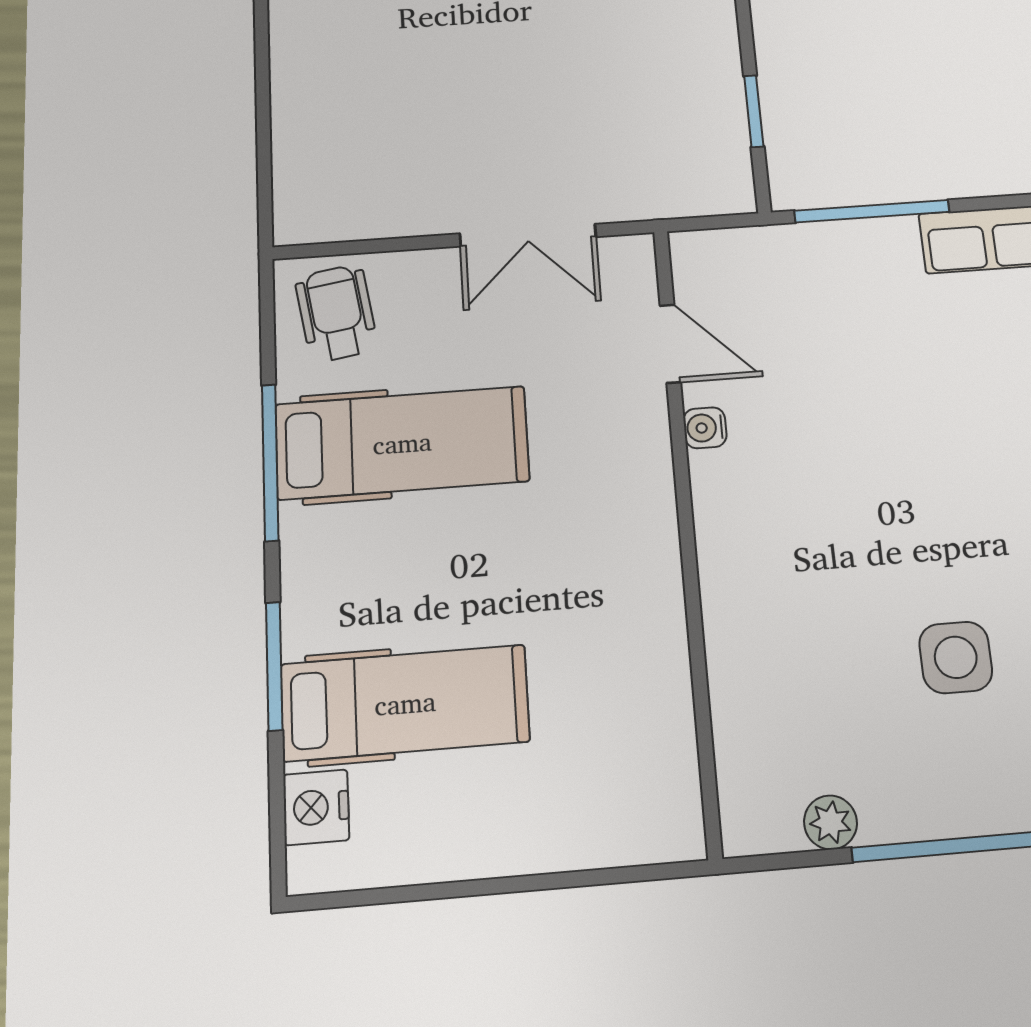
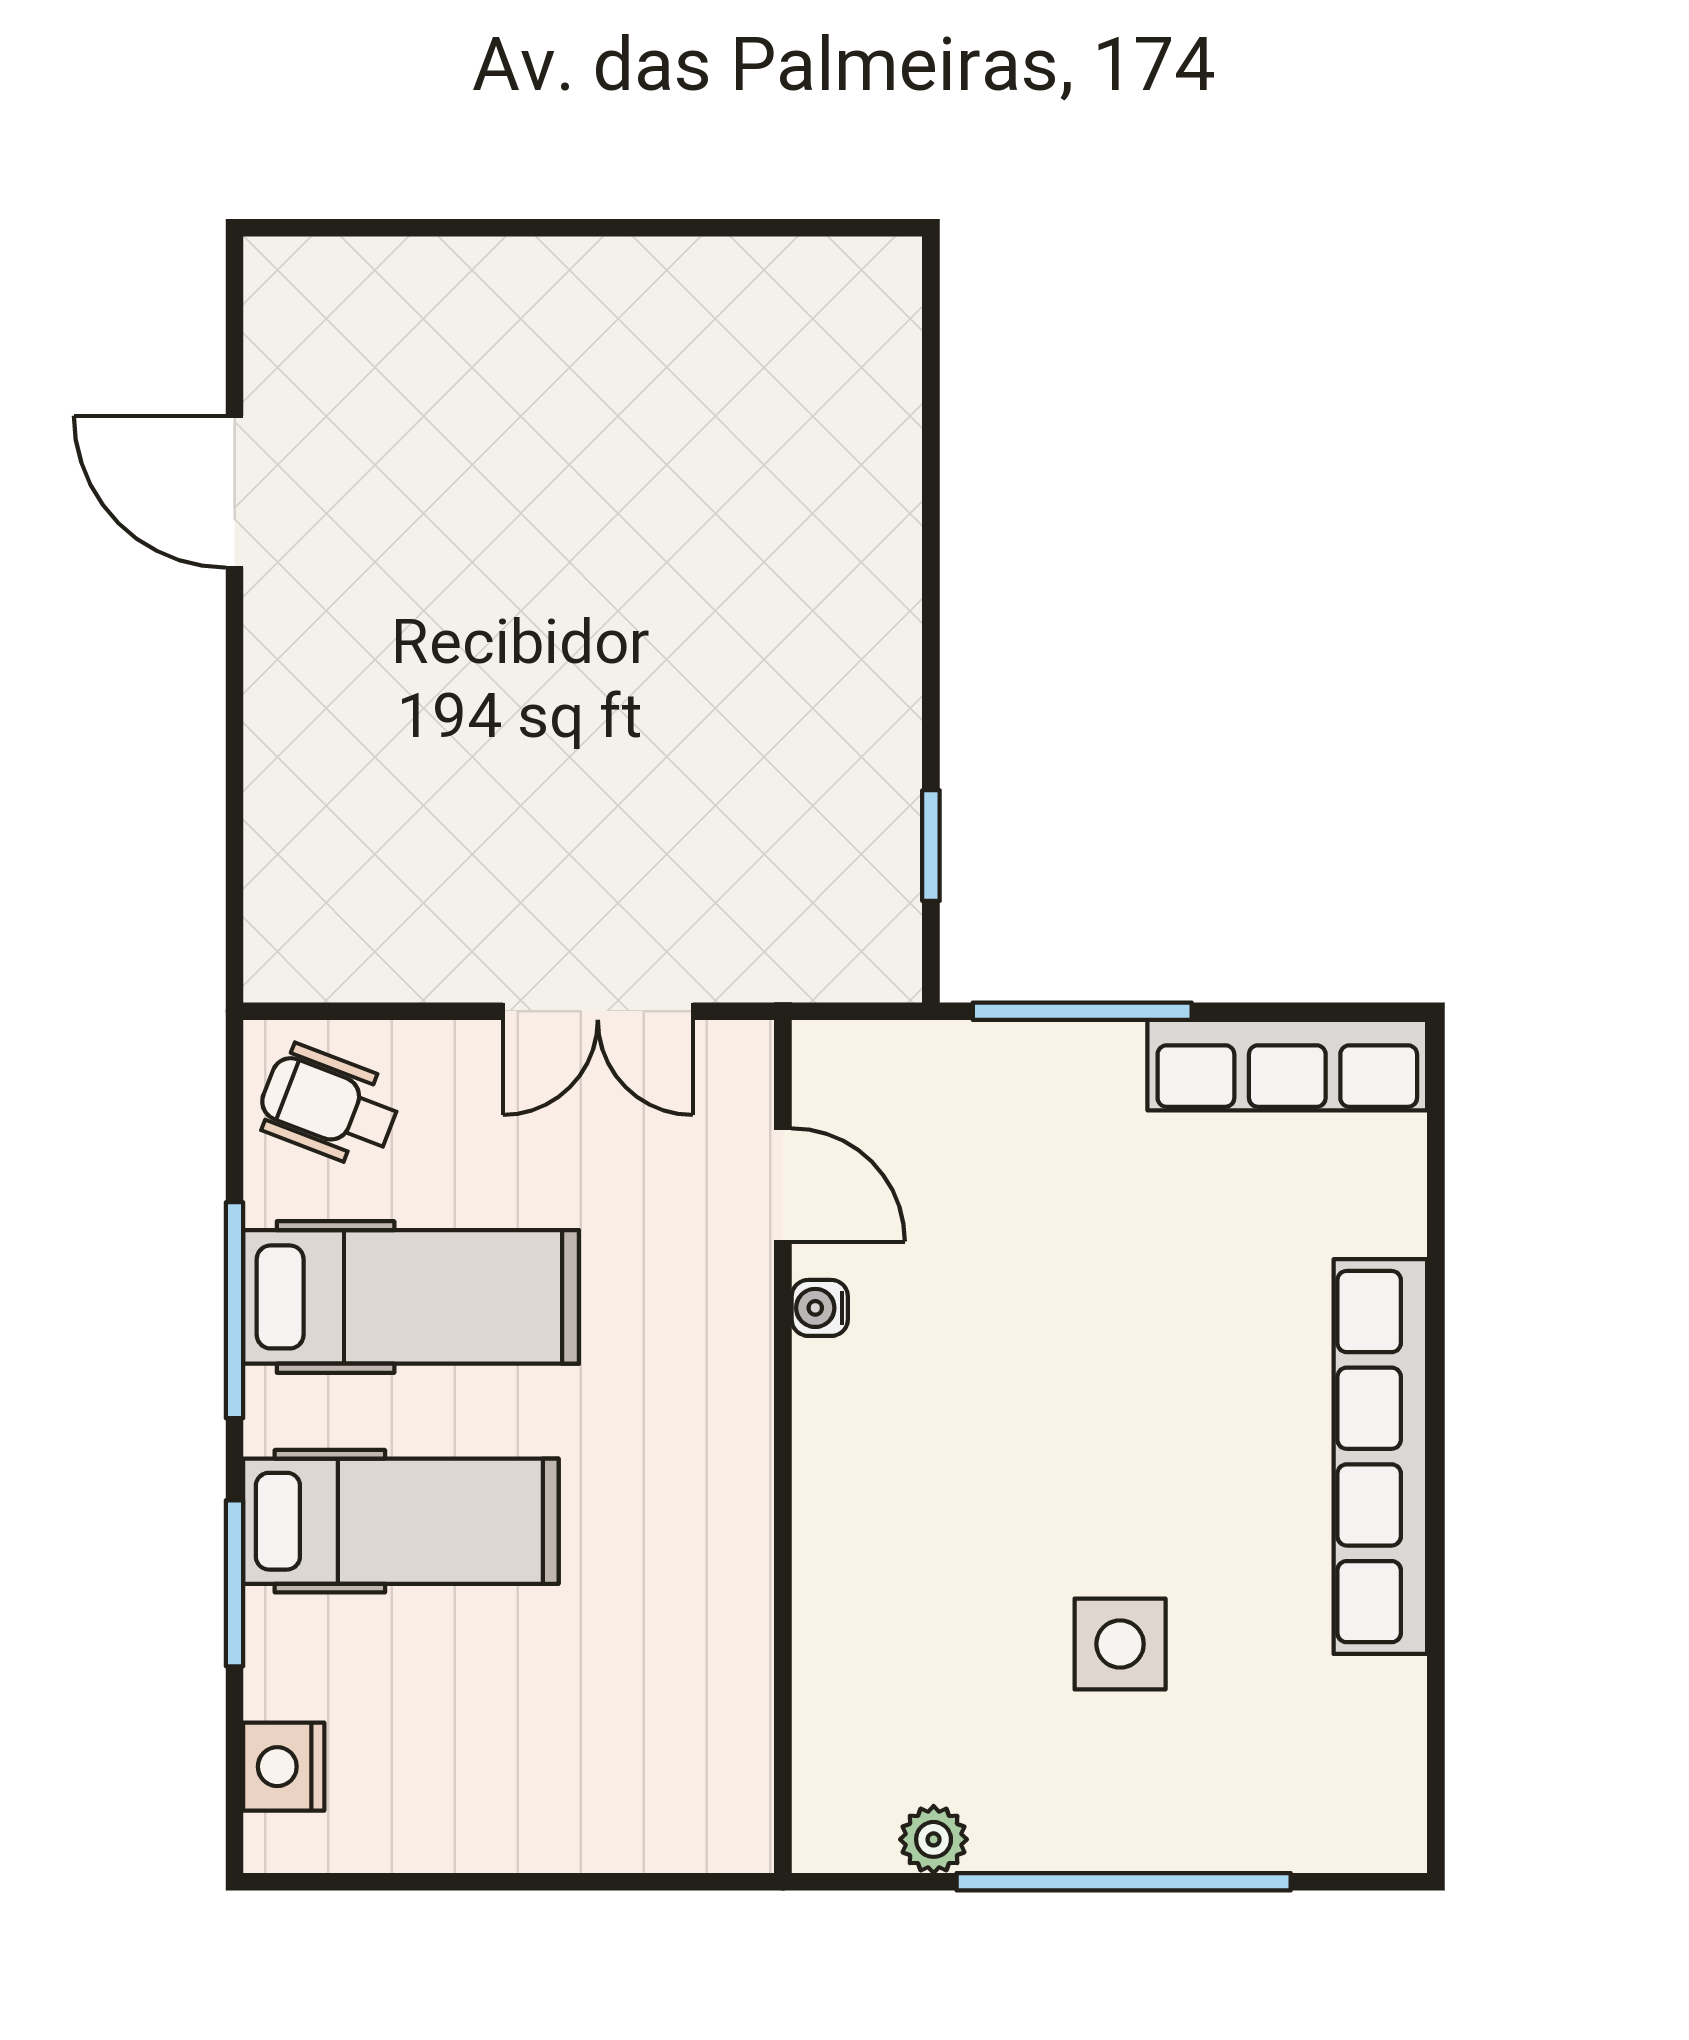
wheelchair: (336, 313) -> (329, 1106), turned -60
hospital bed: (405, 703) -> (401, 1521), moved

